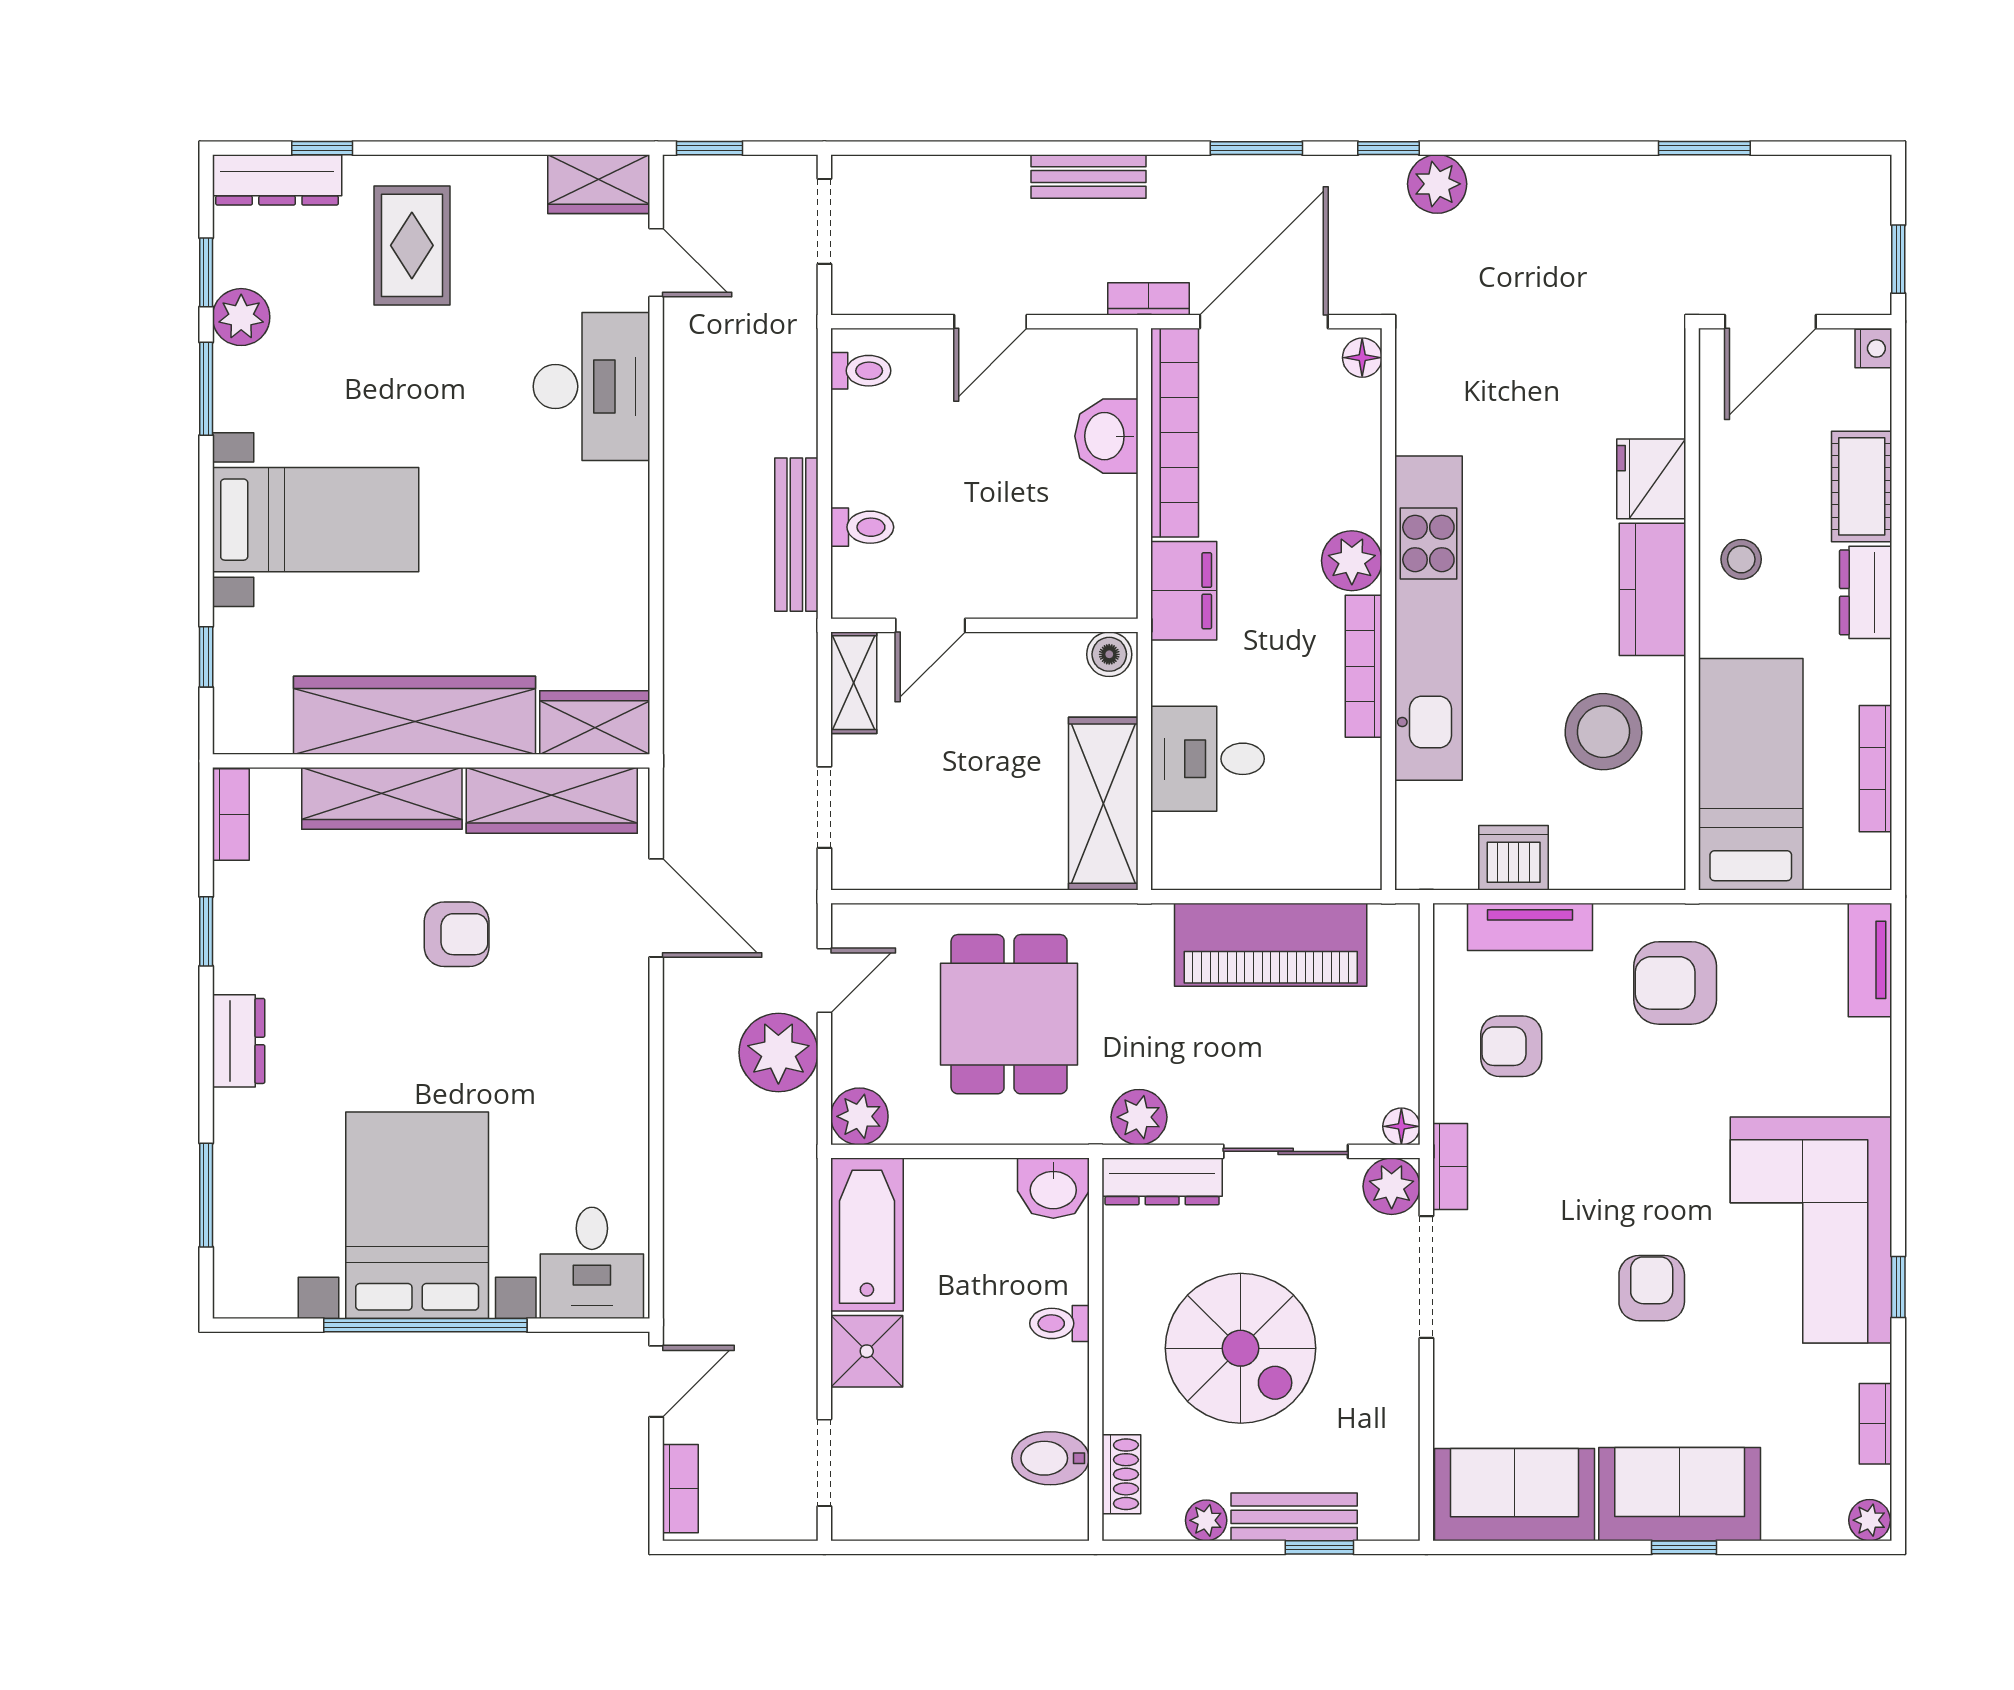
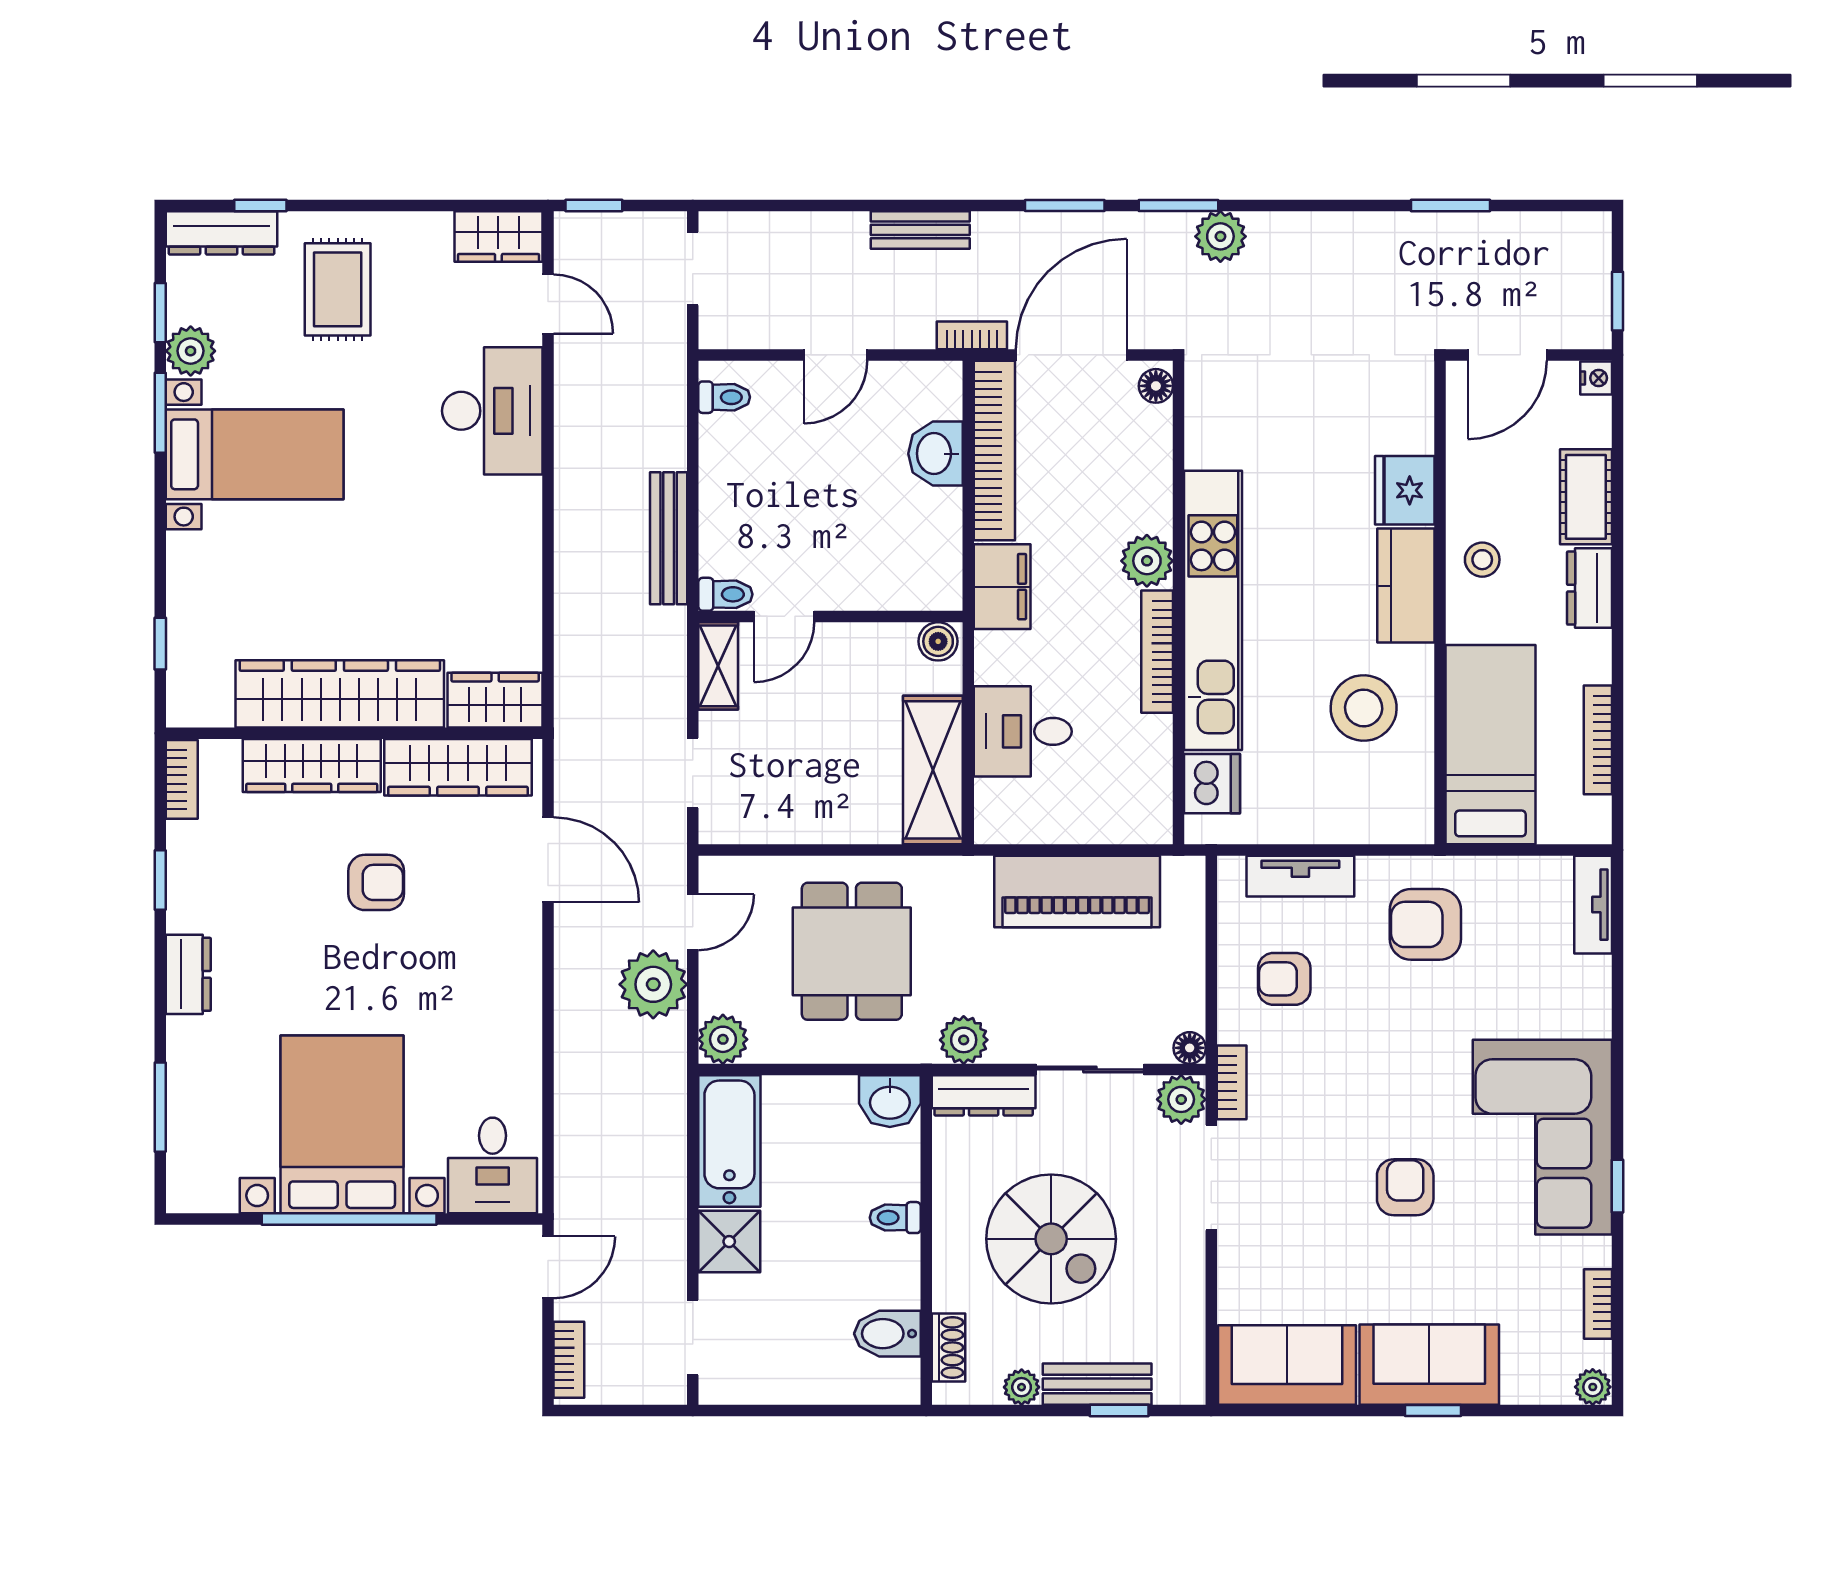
window: (1388, 148) -> (1178, 205), width x1.50
bed with nightstands: (316, 520) -> (255, 454), moved
toilet: (862, 527) -> (725, 594), moved
dishwasher: (1514, 858) -> (1212, 784), moved, turned 90

